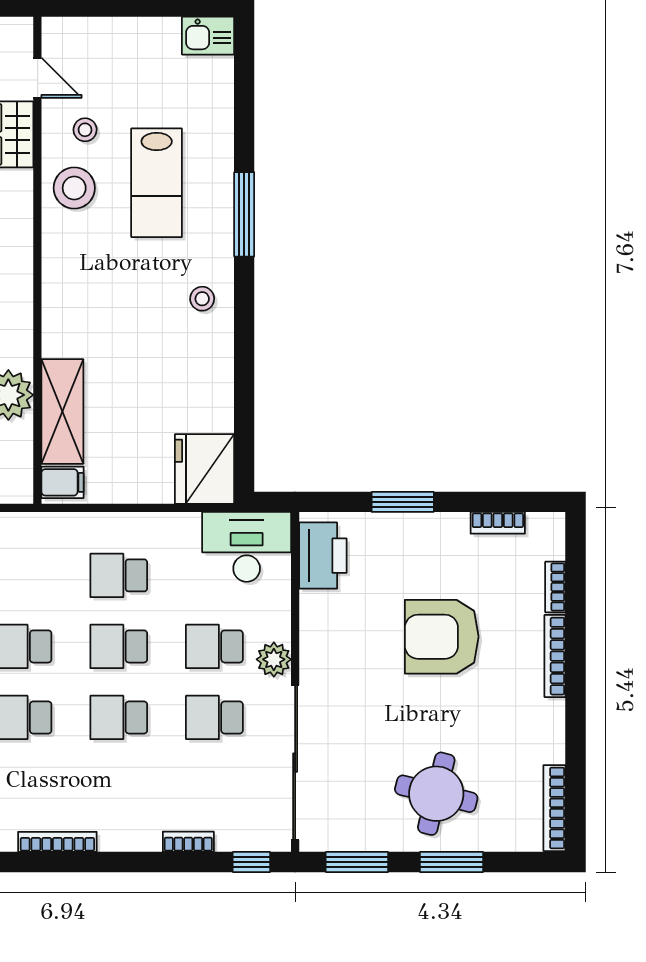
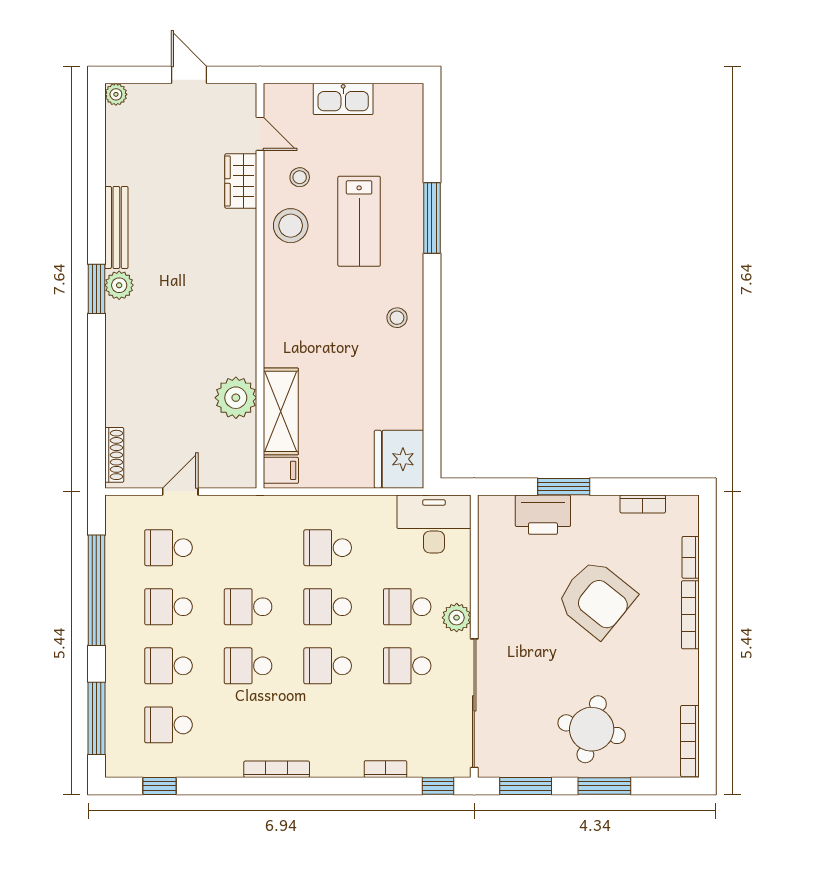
kitchen sink: (208, 36) -> (343, 99), moved, width x1.38
window: (244, 214) -> (432, 218), moved
printer: (323, 556) -> (543, 515), moved, turned 90
armchair: (442, 637) -> (596, 599), turned -141

